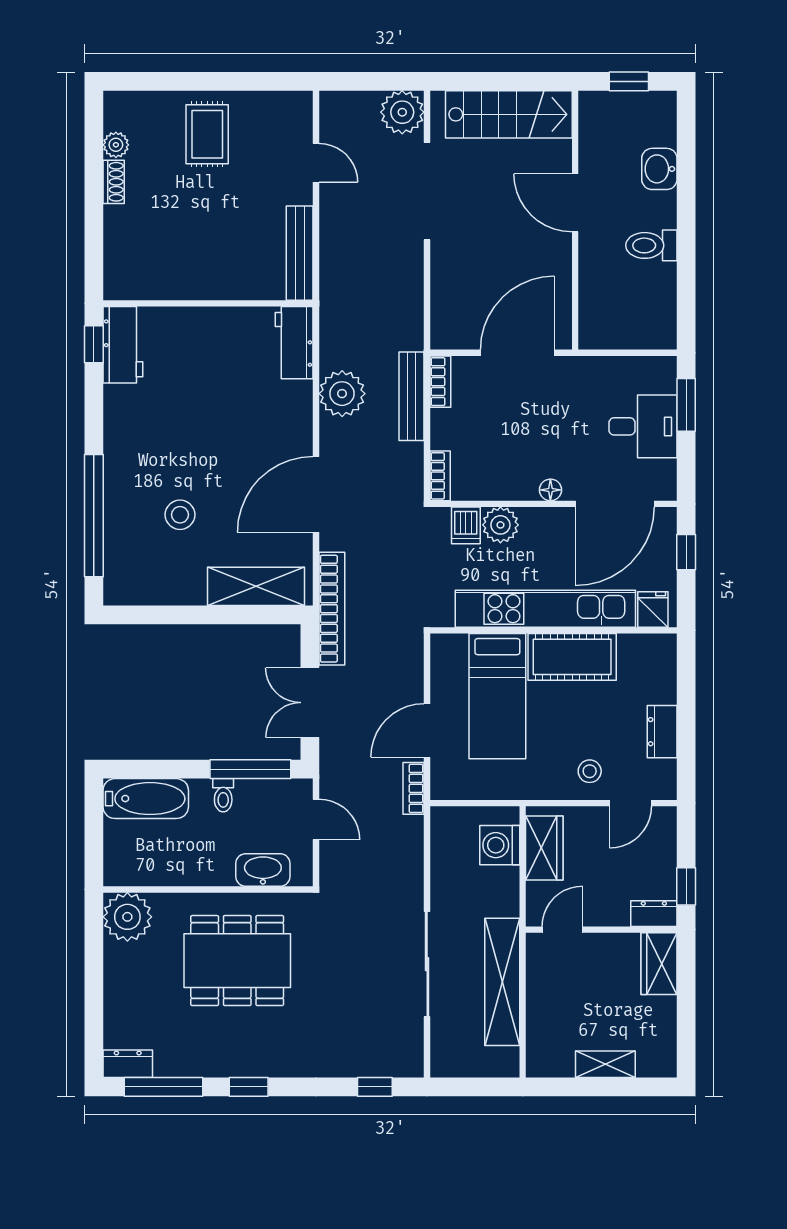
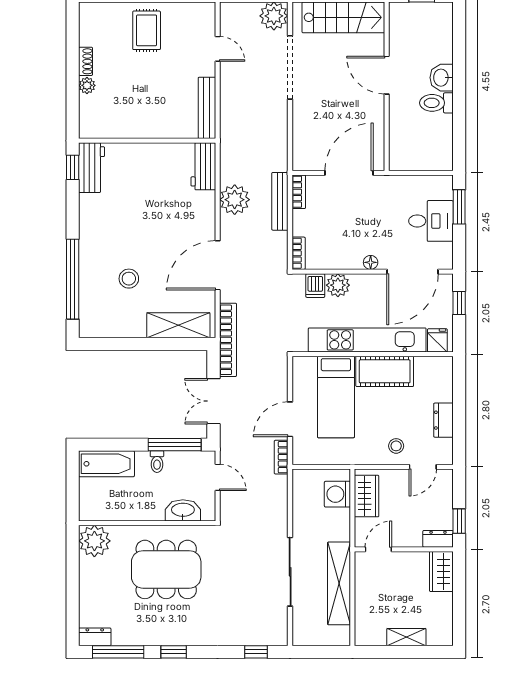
plant: (116, 145) -> (87, 85), moved
washbasin: (659, 169) -> (442, 78), moved

